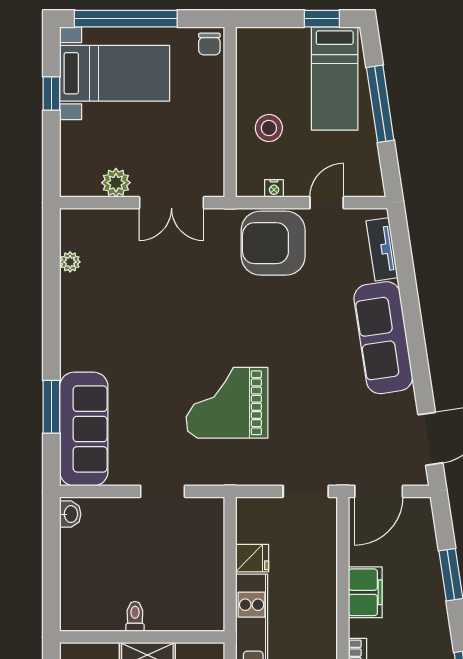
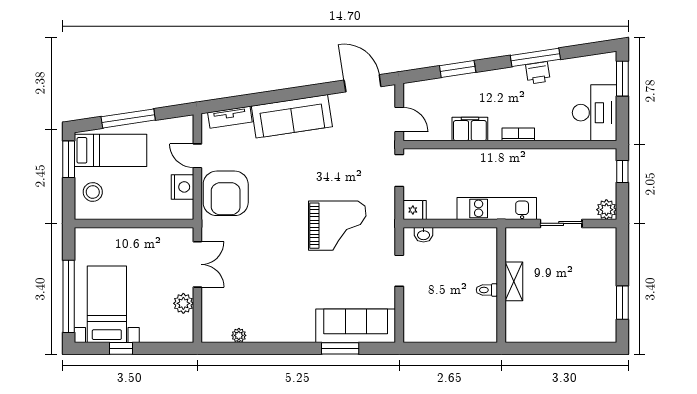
window: (322, 19) -> (69, 159), width x1.50
chair: (209, 44) -> (86, 238), removed
stool: (269, 128) -> (93, 192), moved
nightstand: (274, 188) -> (182, 187), width x1.89, depth x1.79
grand piano: (227, 403) -> (337, 226), turned -90
door: (379, 491) -> (399, 120), width x0.73
washbasin: (70, 514) -> (424, 235), moved, turned 180
fridge: (252, 558) -> (415, 210), moved, turned 90

